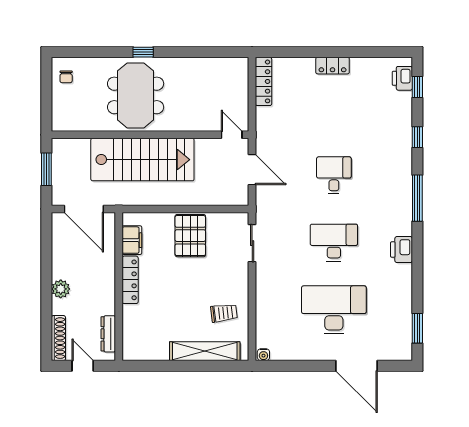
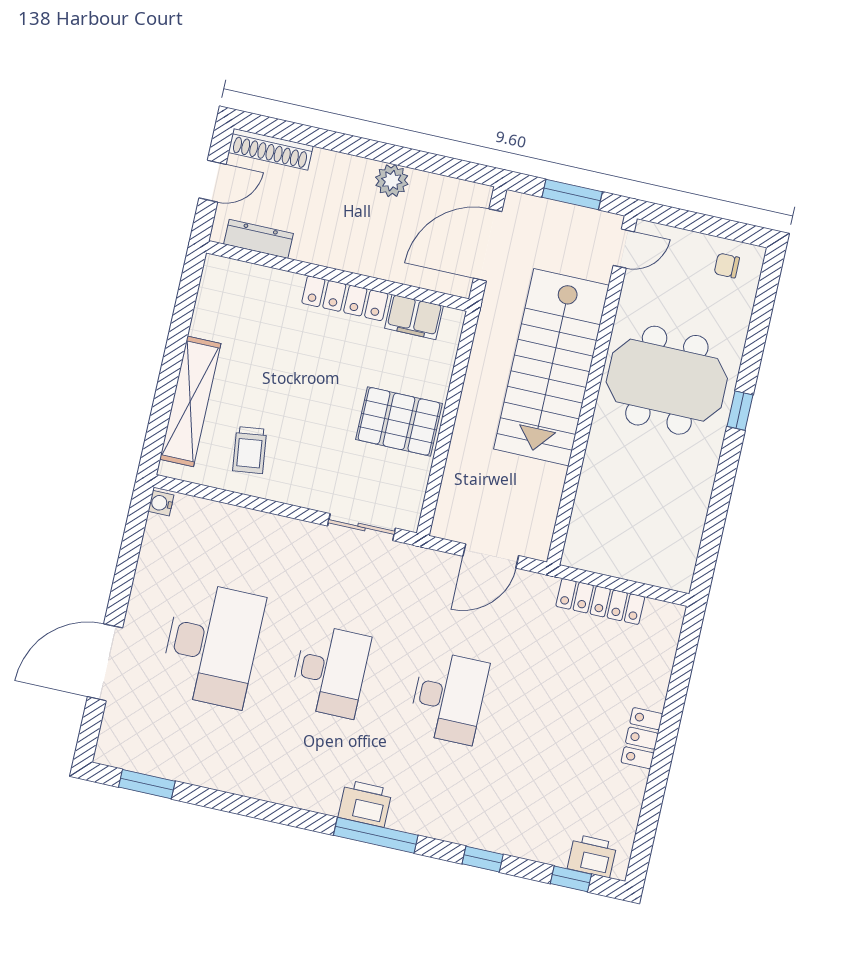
locker: (264, 81) -> (600, 602), moved
door: (232, 135) -> (624, 249), moved
desk: (334, 175) -> (449, 697), width x1.37
printer: (401, 250) -> (365, 804), moved
plant: (61, 289) -> (392, 181), moved

